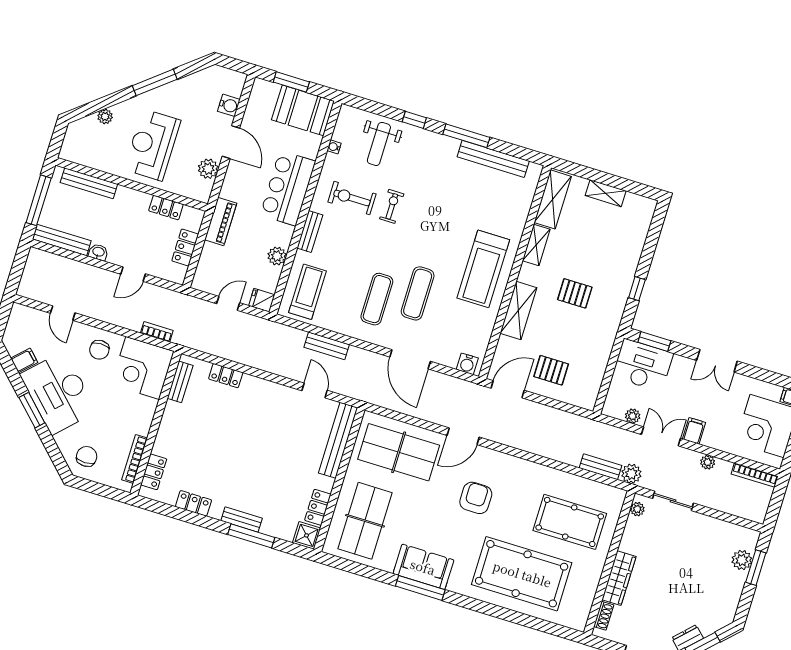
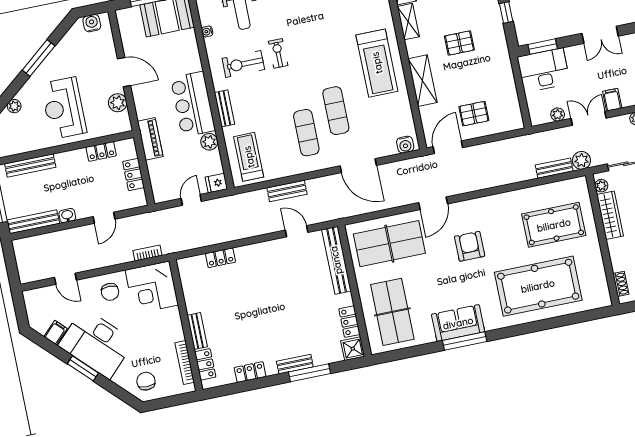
water cooler: (229, 105) -> (92, 23), moved, turned -90
bar counter: (288, 188) -> (193, 104), moved
bench: (180, 382) -> (197, 331), moved
wardrobe: (619, 578) -> (610, 215), moved

